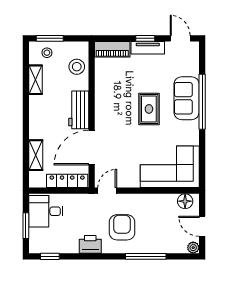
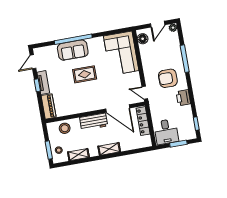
shelving: (36, 155) -> (109, 149), moved

